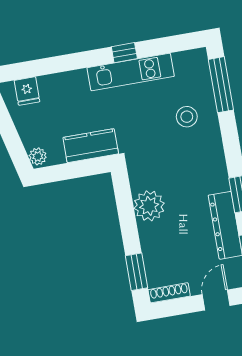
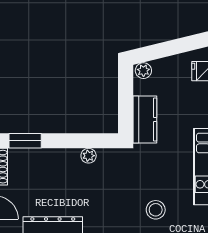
plant: (149, 206) -> (89, 156), width x0.53, depth x0.53

